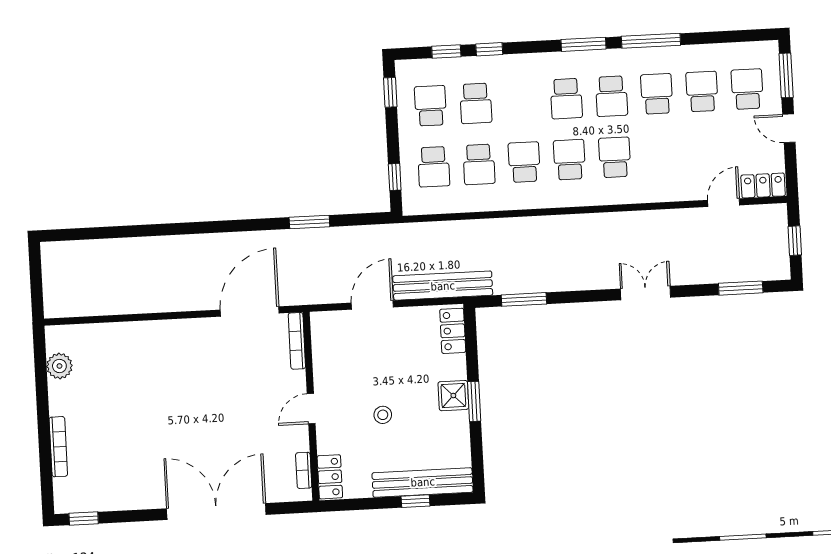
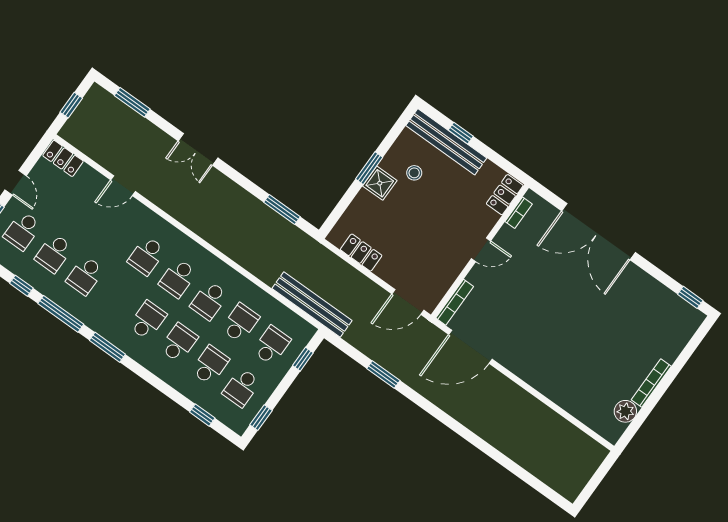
window: (489, 49) -> (21, 286), moved
school desk: (612, 96) -> (179, 343), moved
door: (724, 203) -> (123, 186), moved
bench: (443, 286) -> (312, 304), moved
door: (372, 305) -> (408, 302), moved
locker: (453, 331) -> (361, 253), moved, turned -90
stool: (383, 415) -> (414, 173), moved
bookcase: (58, 447) -> (651, 383), moved

